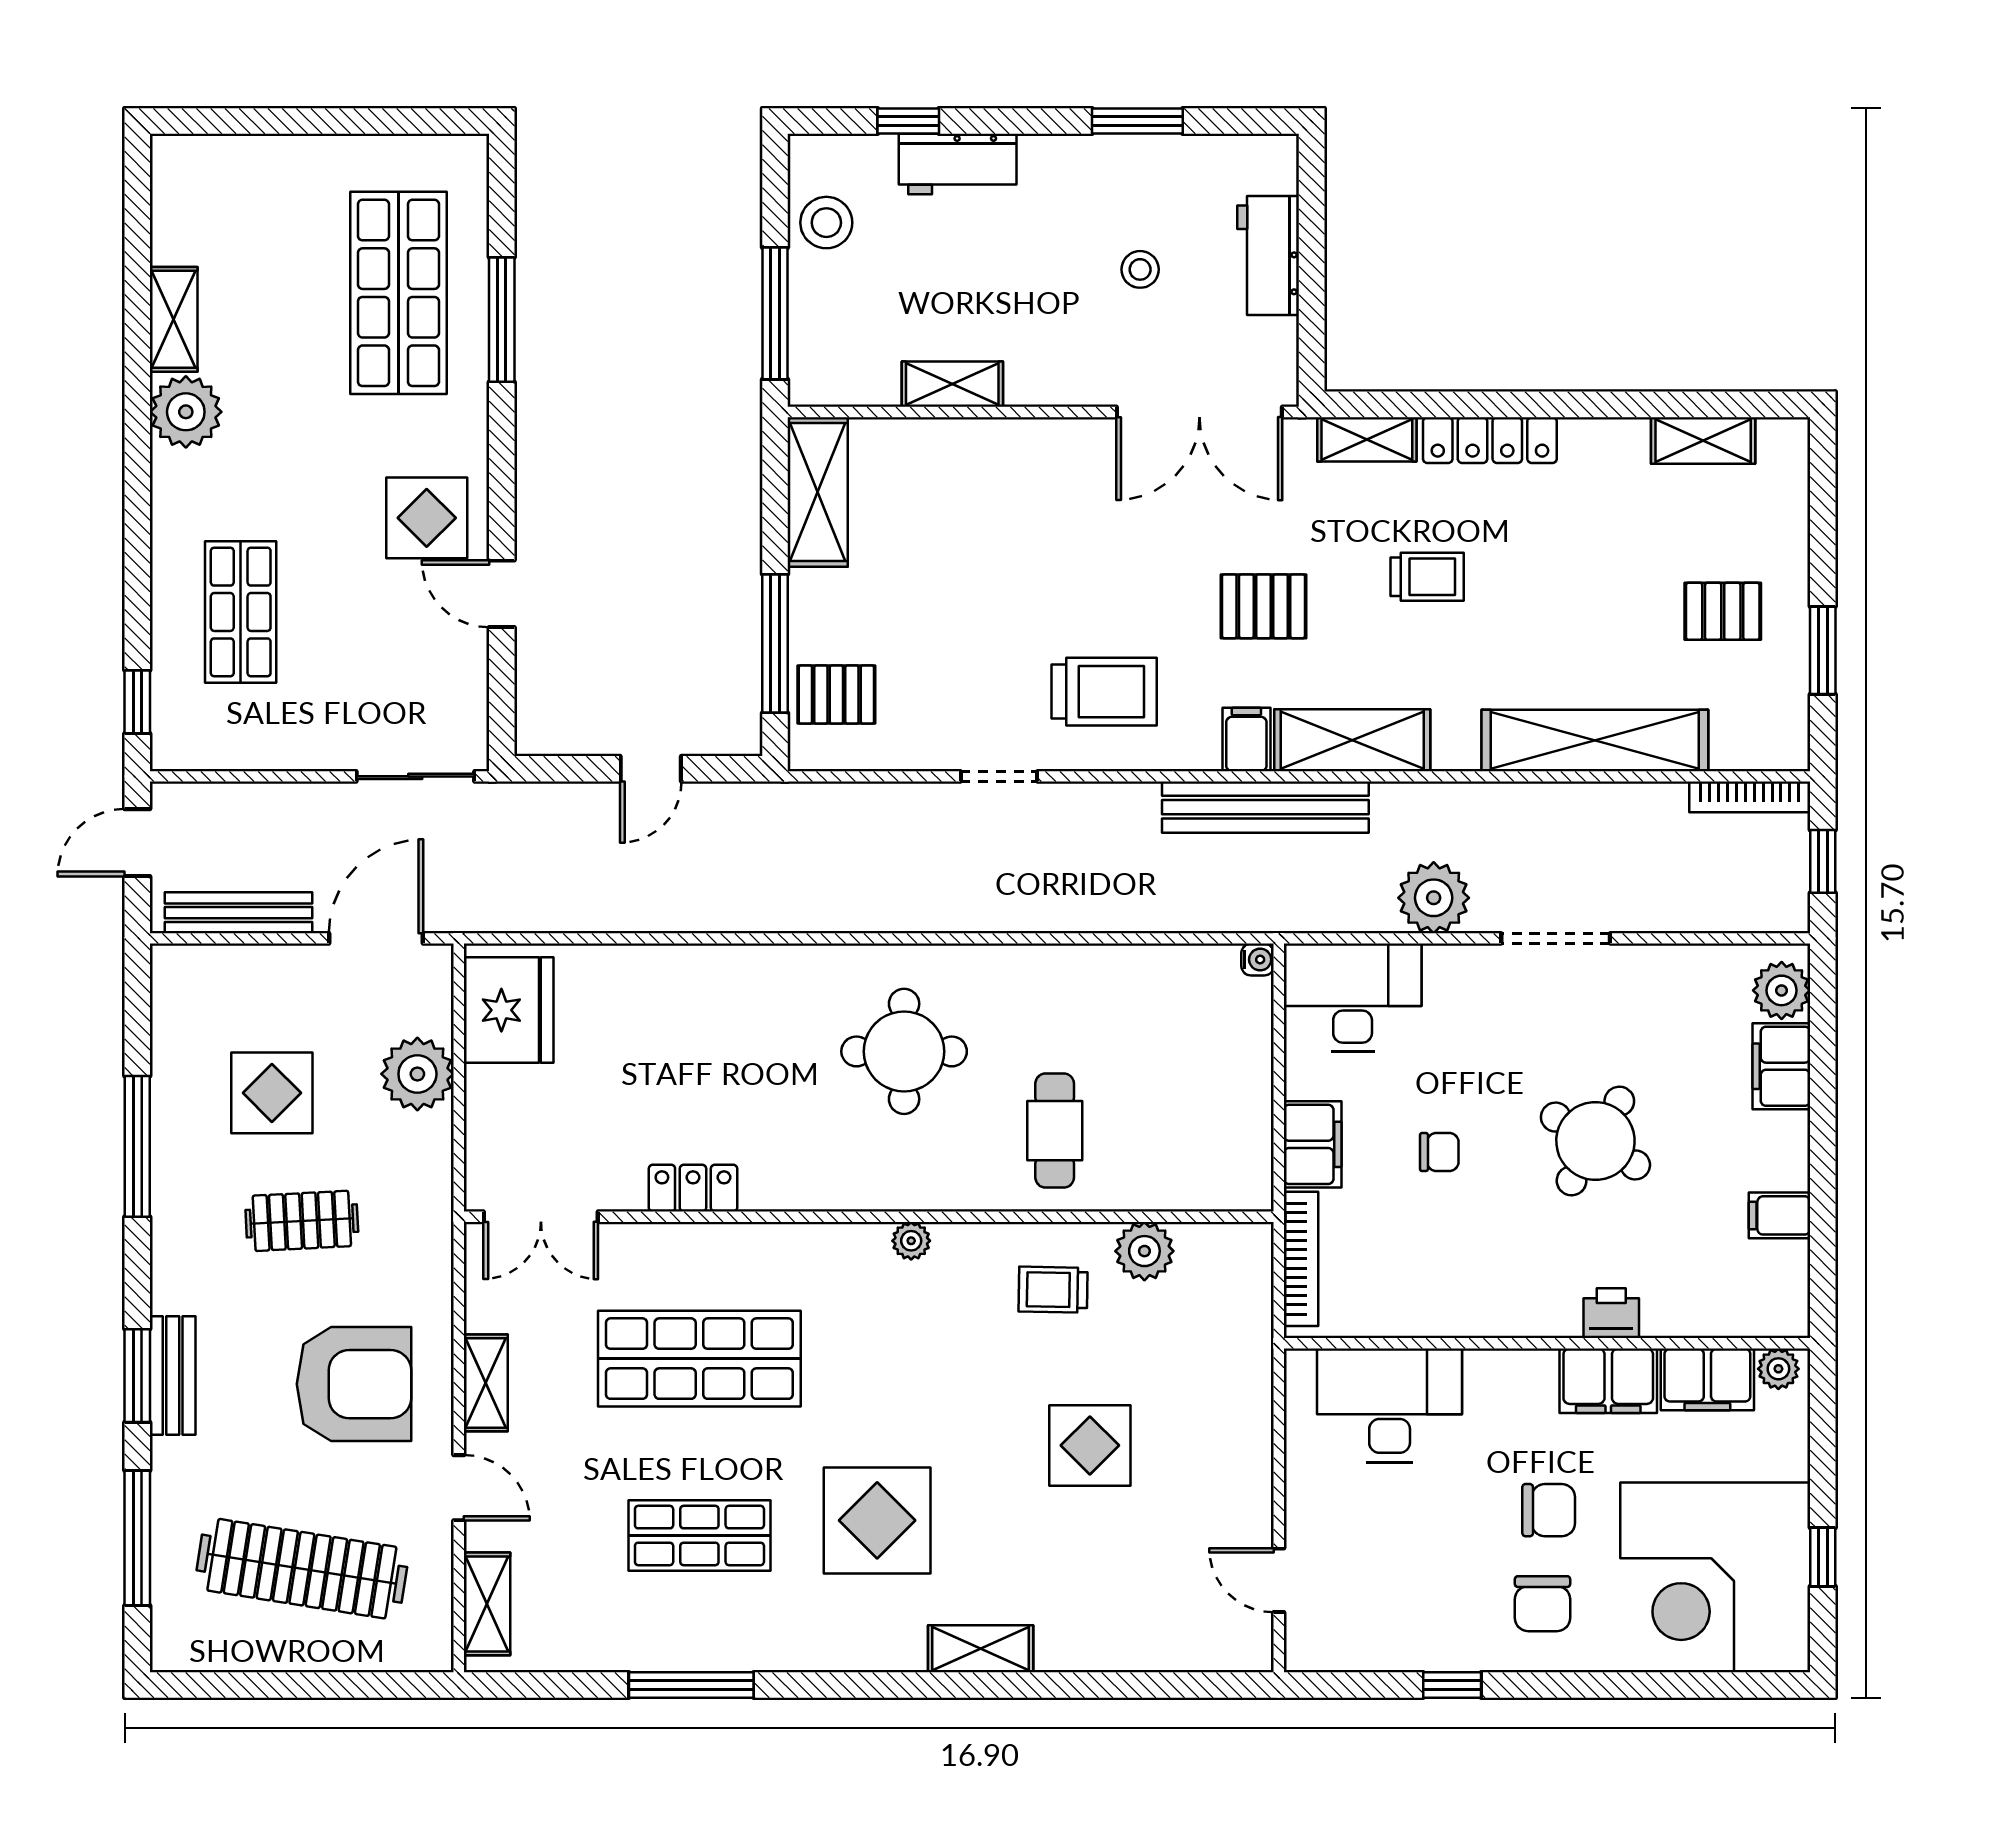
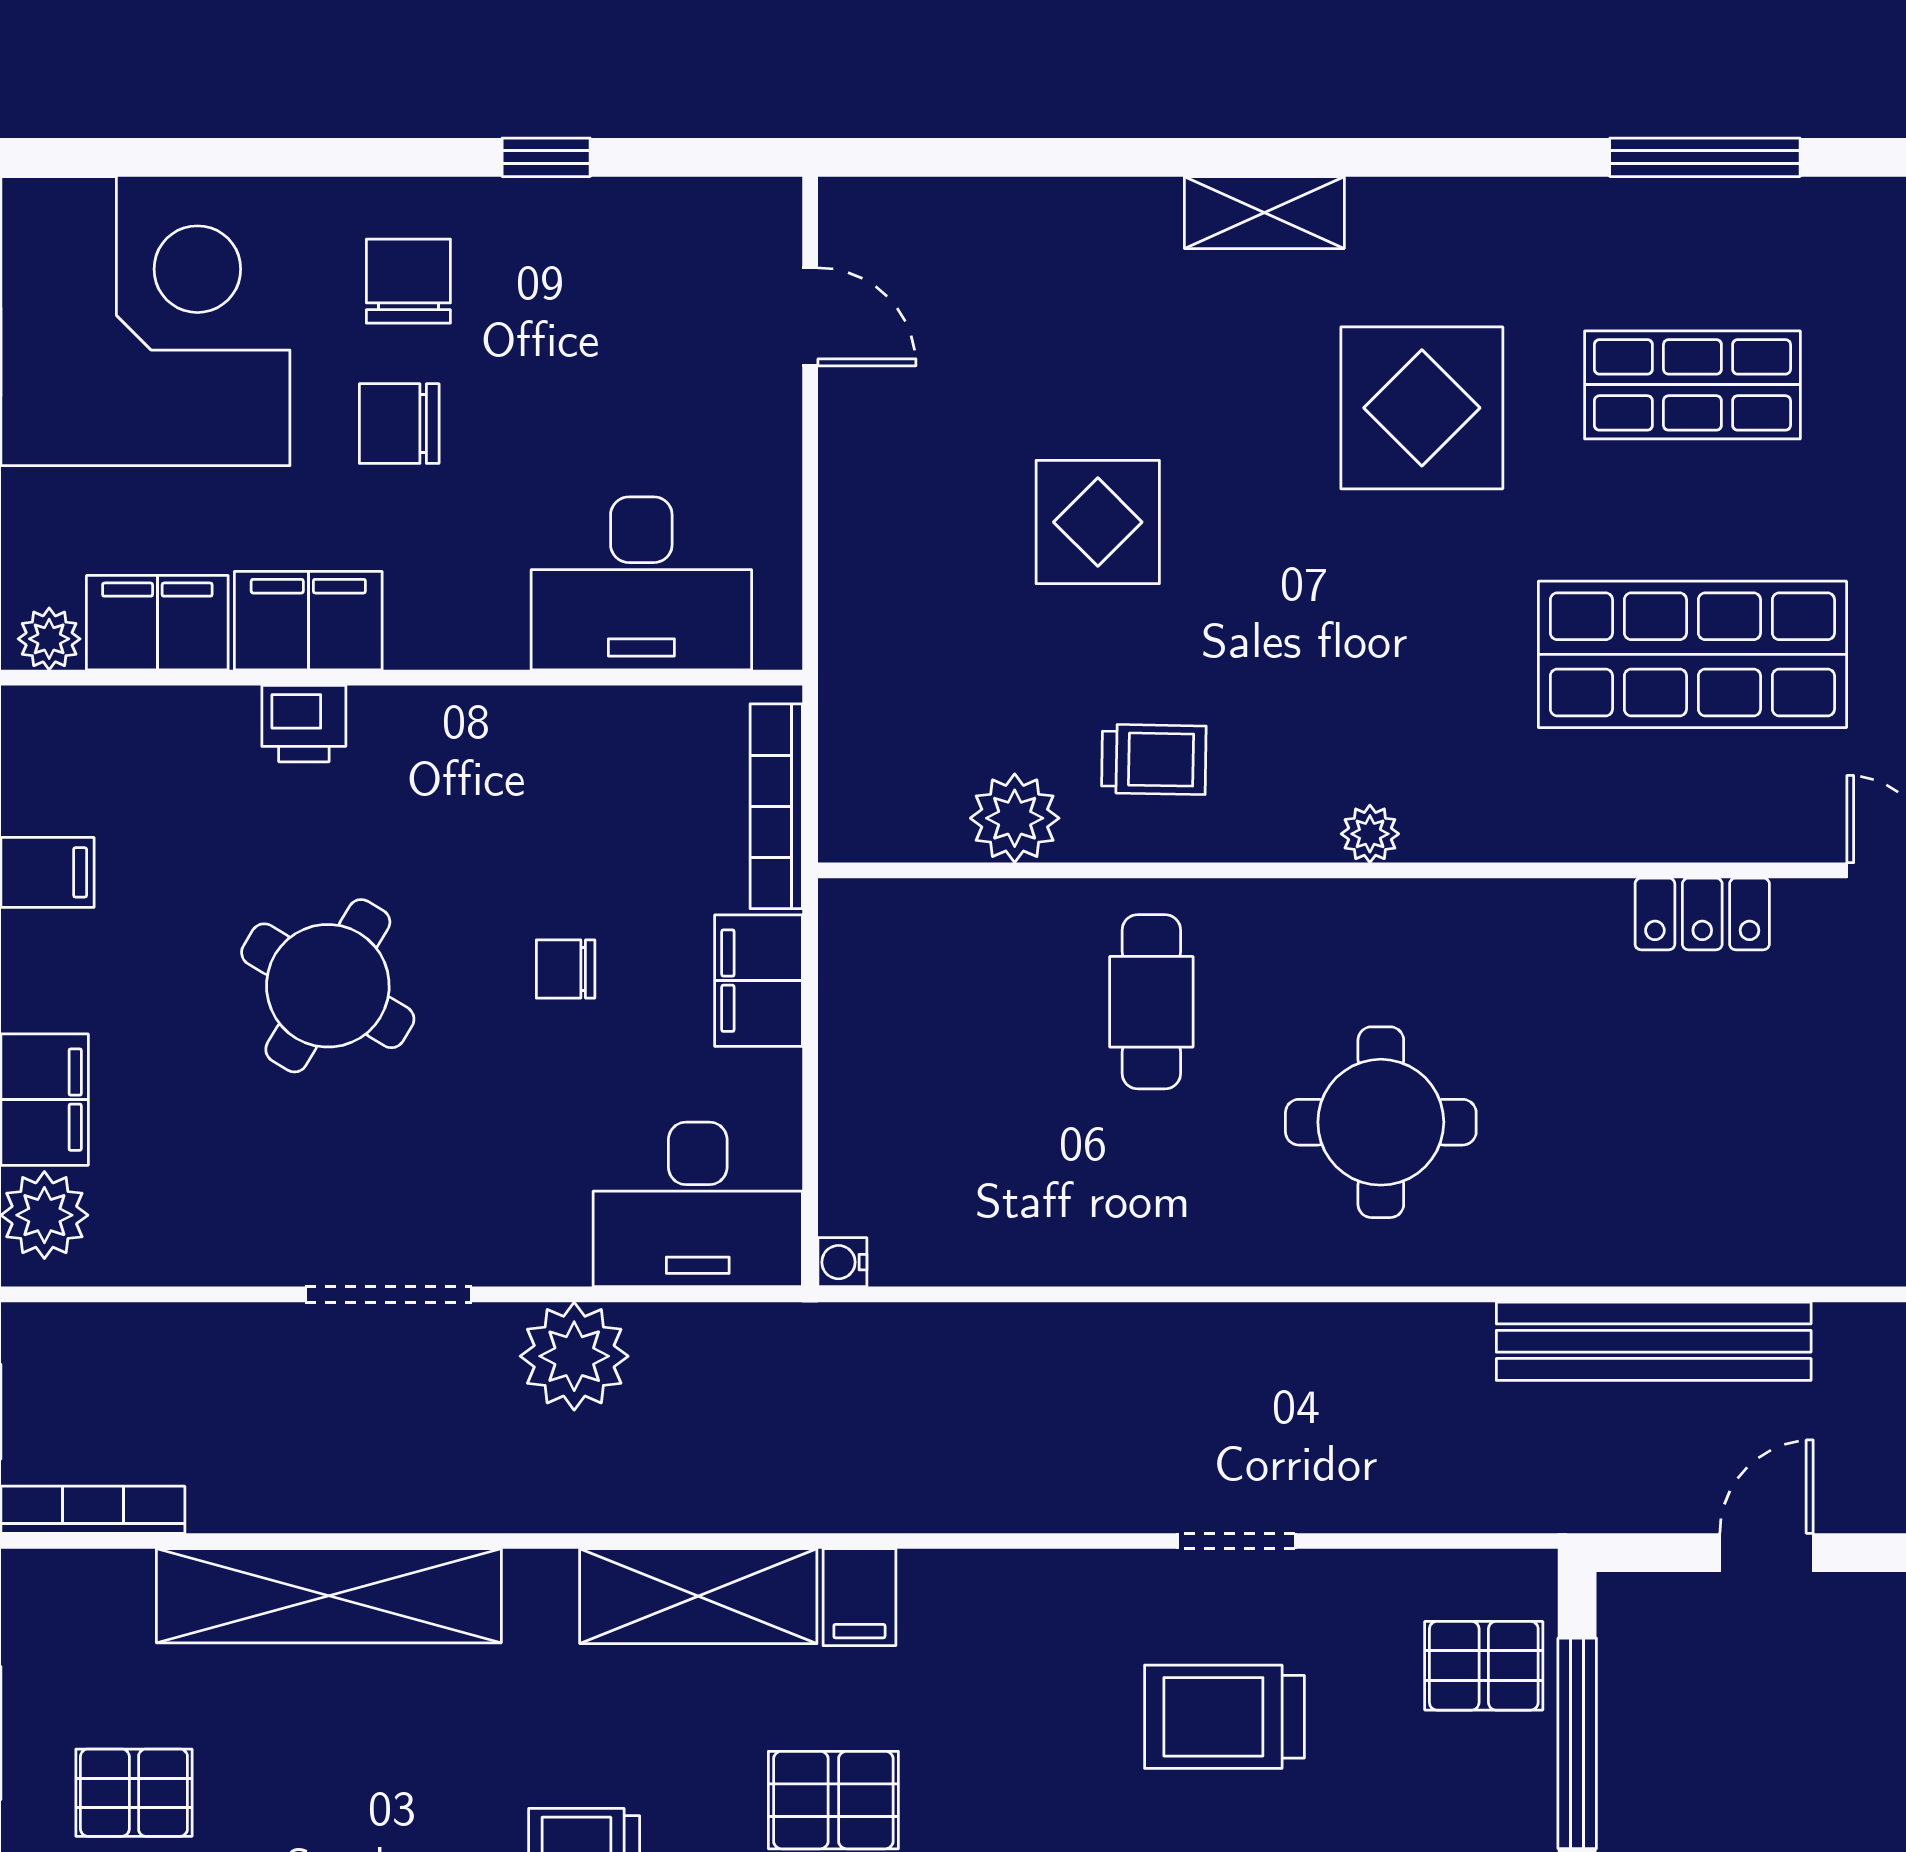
trolley: (1104, 692) -> (1225, 1717), moved
bench: (1265, 807) -> (1654, 1341), moved

